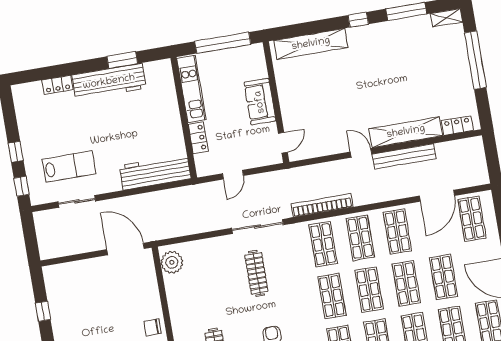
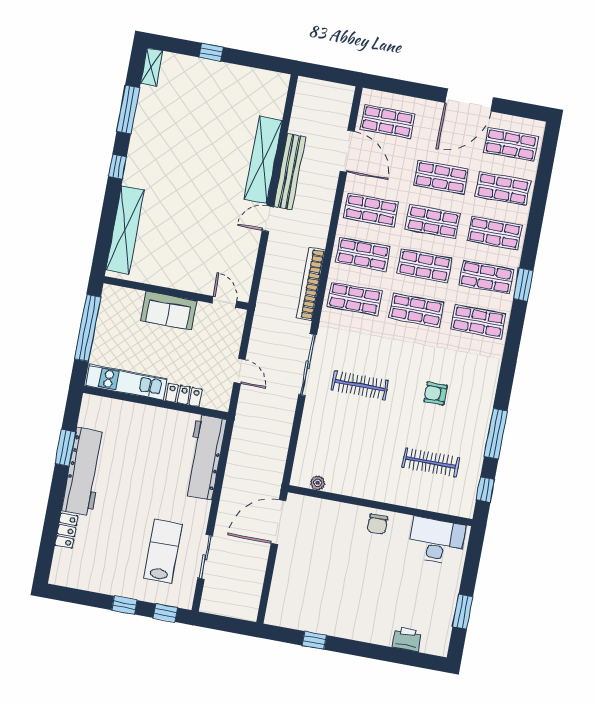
window: (475, 60) -> (211, 52), width x0.32
locker: (457, 126) -> (277, 99), removed
plant: (172, 262) -> (318, 483), width x0.53, depth x0.53

